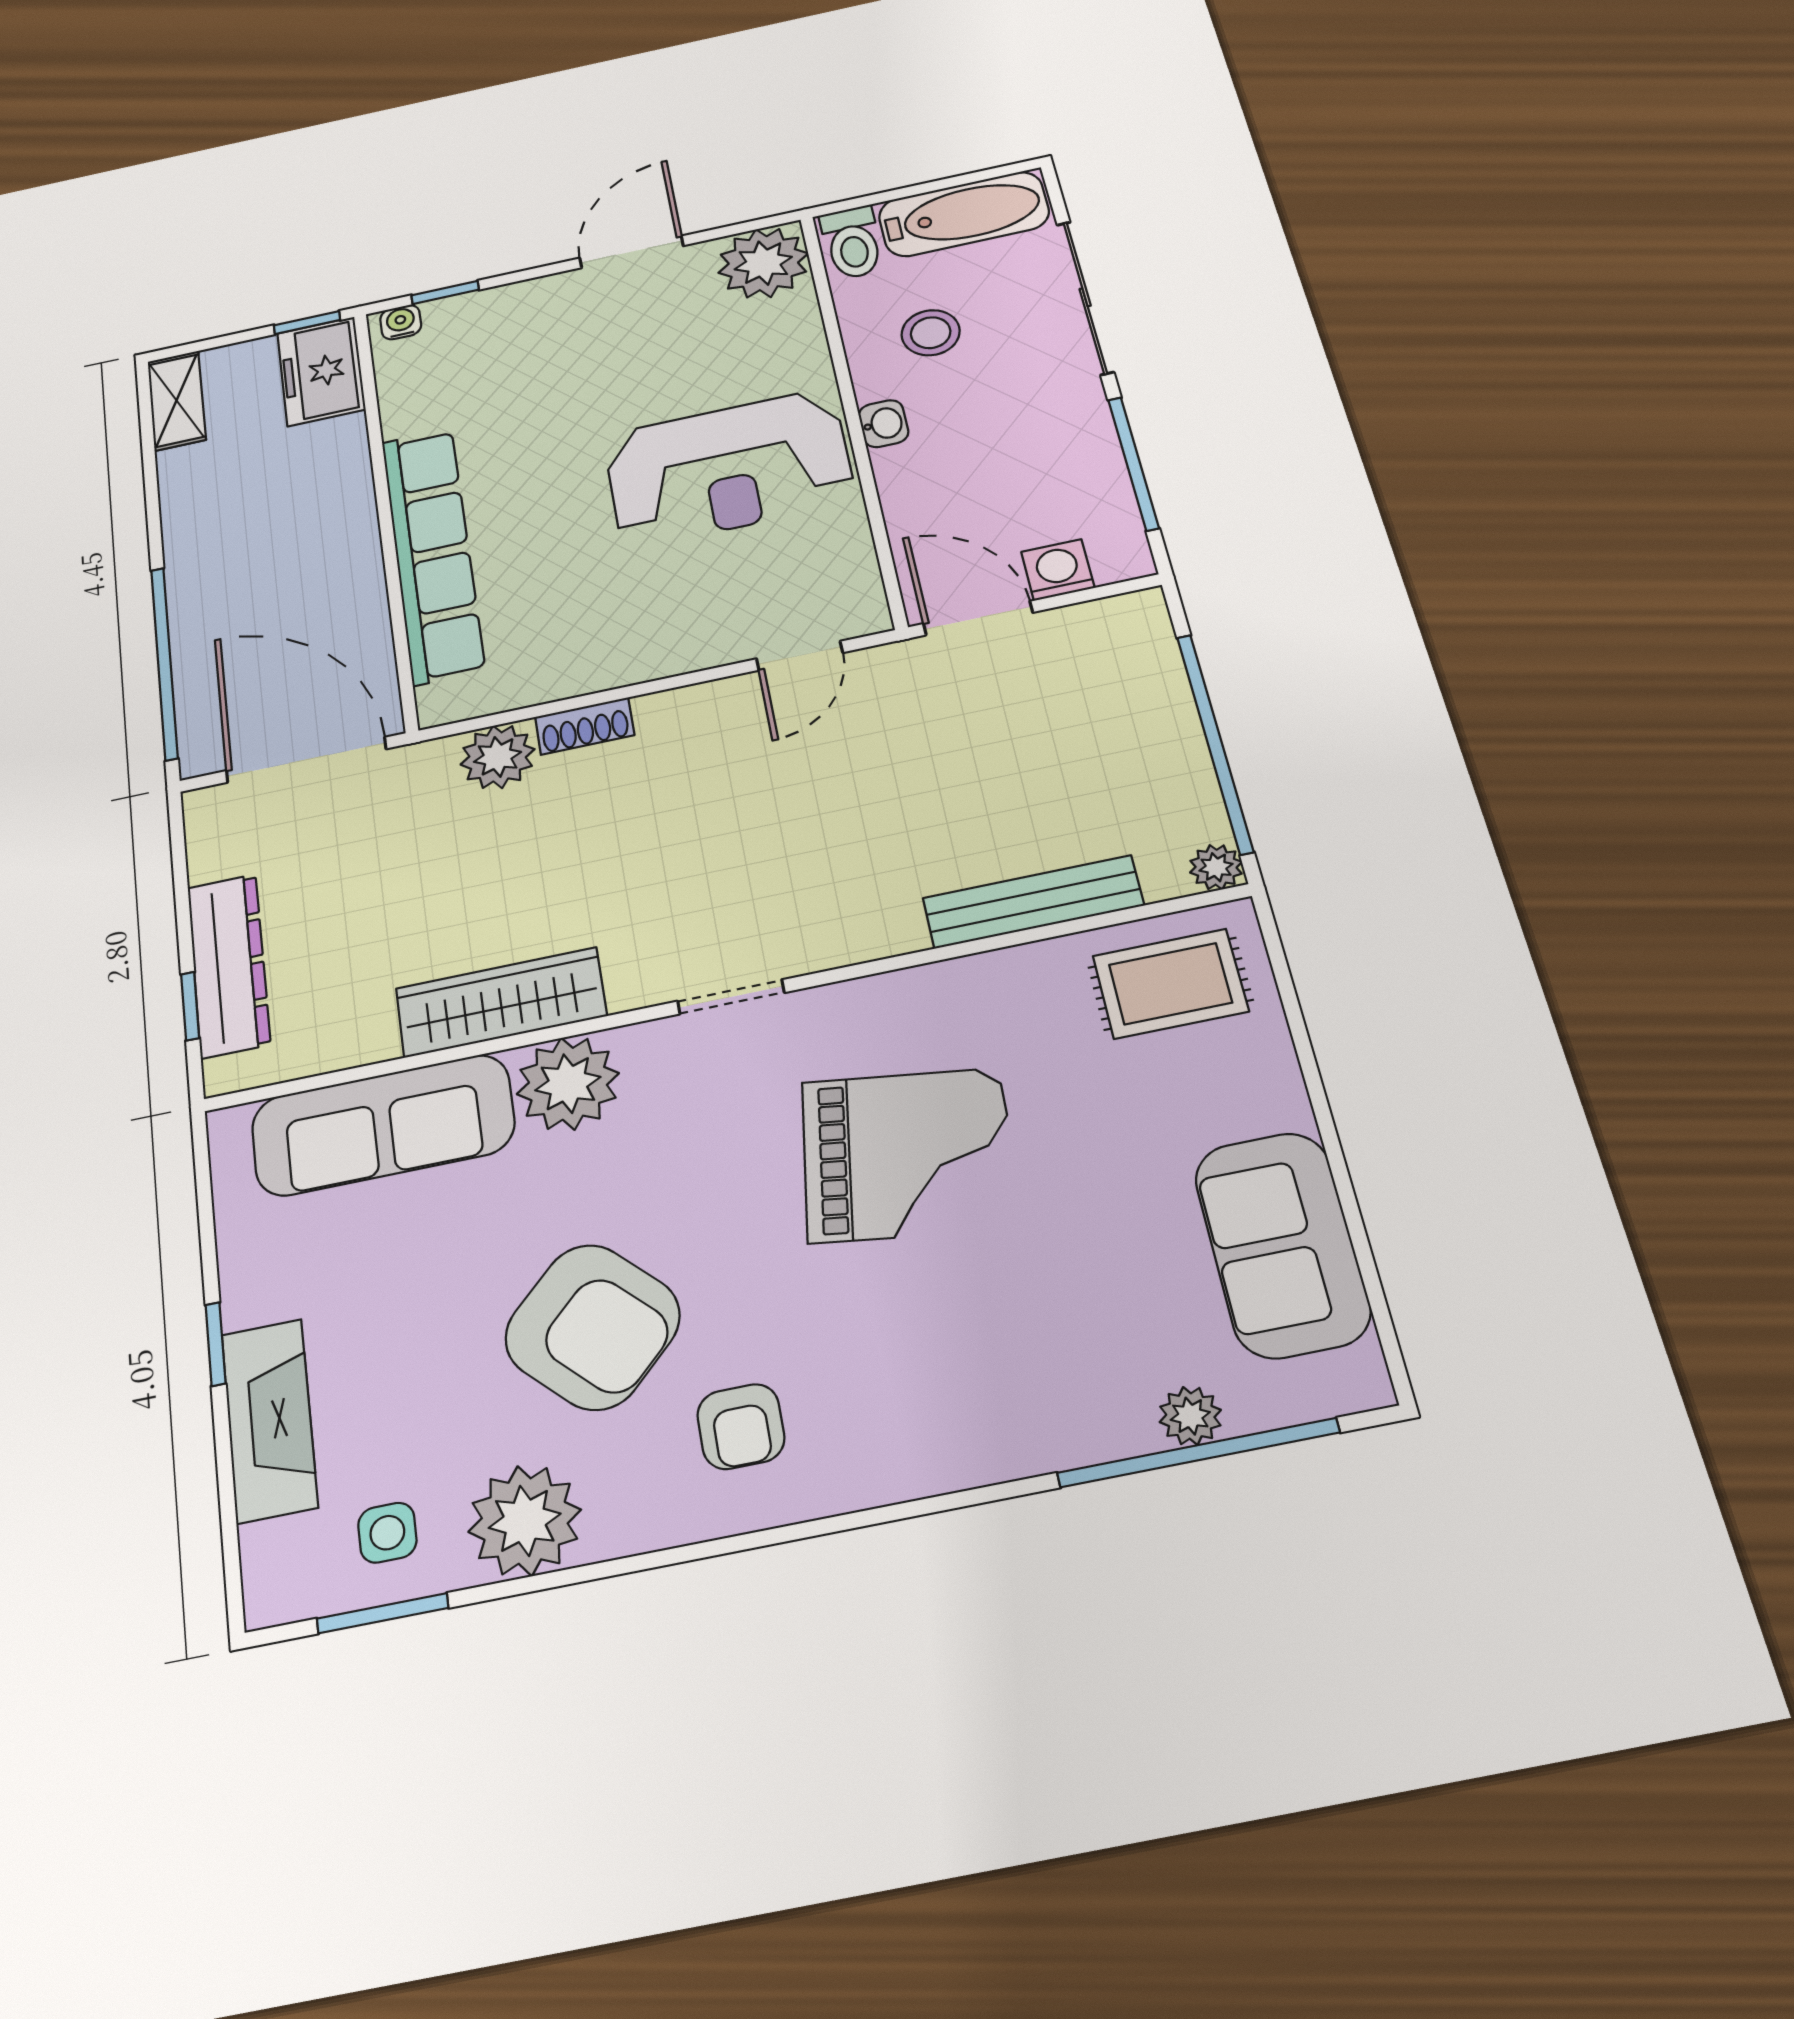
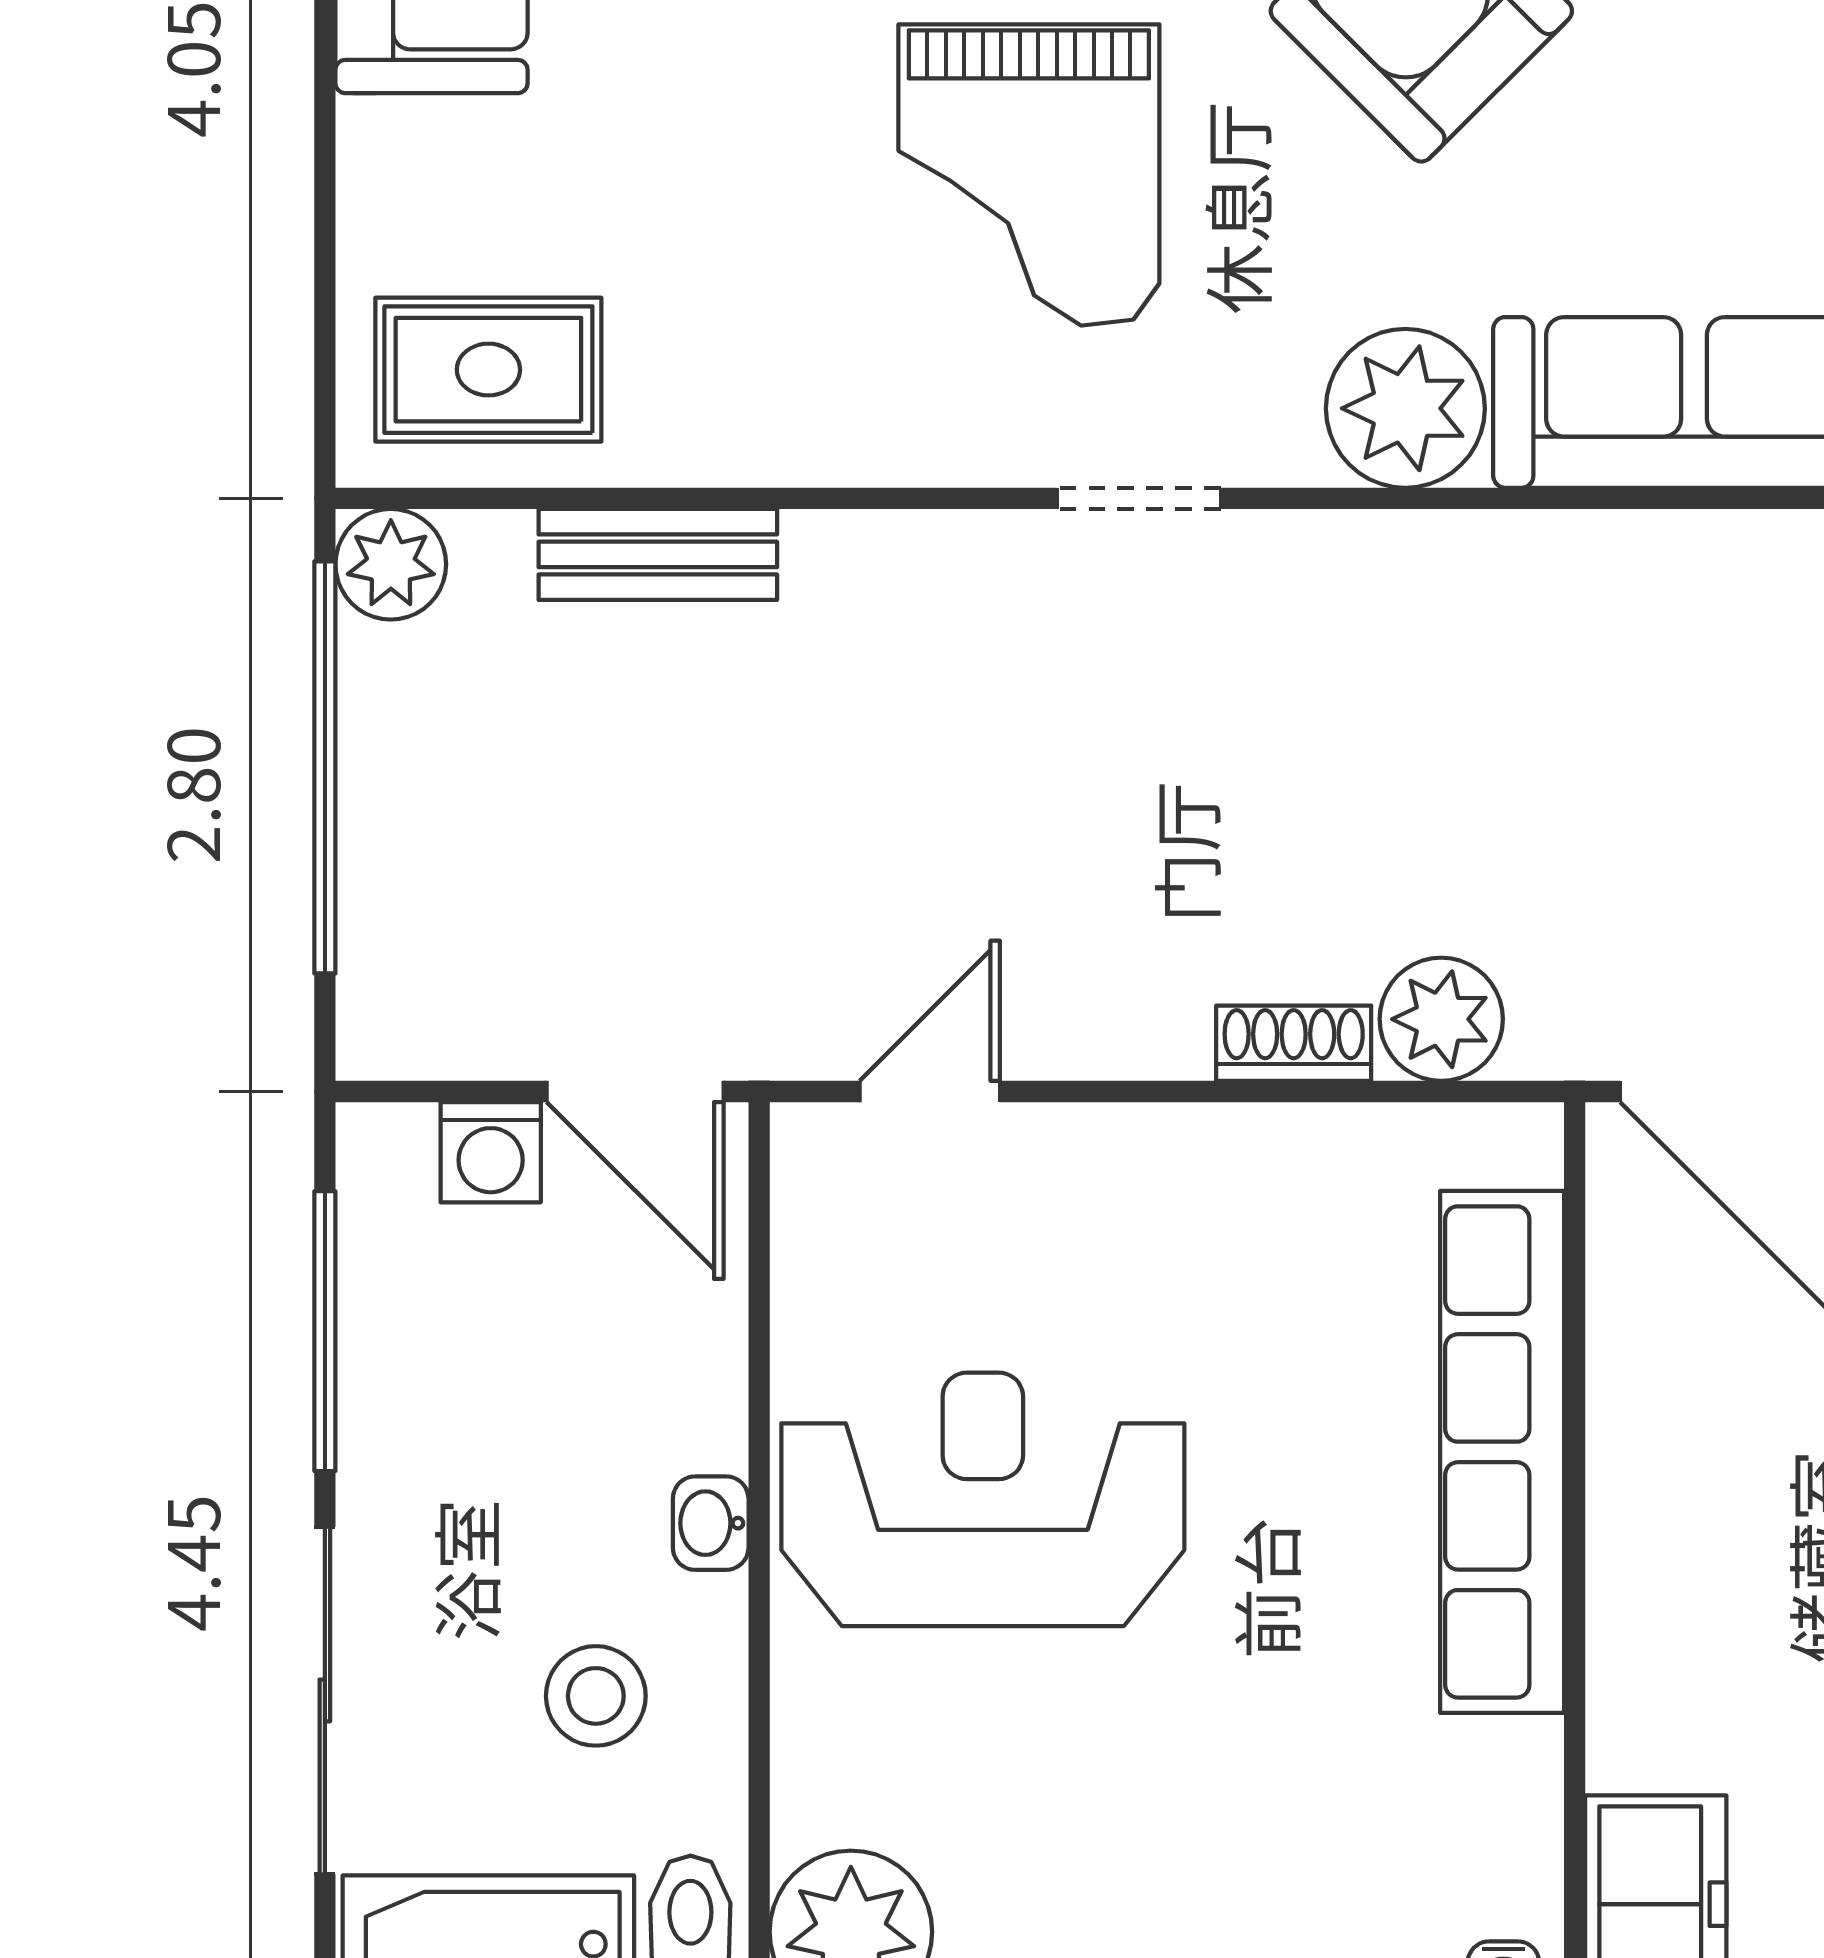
plant: (1216, 867) -> (391, 564), width x1.38, depth x1.38
bench: (1033, 902) -> (658, 554), width x0.73
wardrobe: (501, 1002) -> (1490, 571), removed
grand piano: (907, 1155) -> (1029, 175), moved, turned -98

